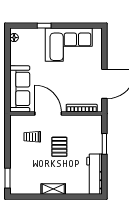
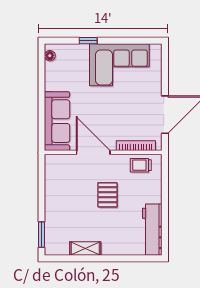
trolley: (32, 137) -> (141, 165), moved
window: (104, 144) -> (165, 191), removed
shelving: (53, 189) -> (85, 248), moved

